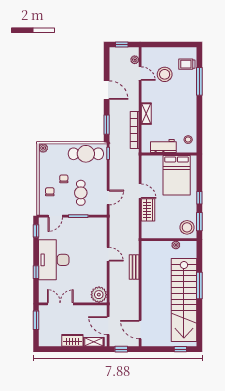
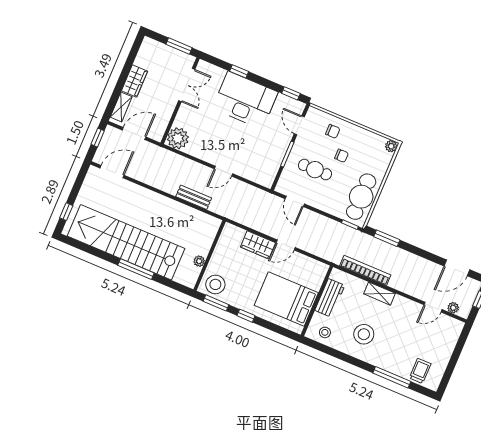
stool: (165, 74) -> (364, 334), moved
door: (107, 90) -> (457, 268), moved

